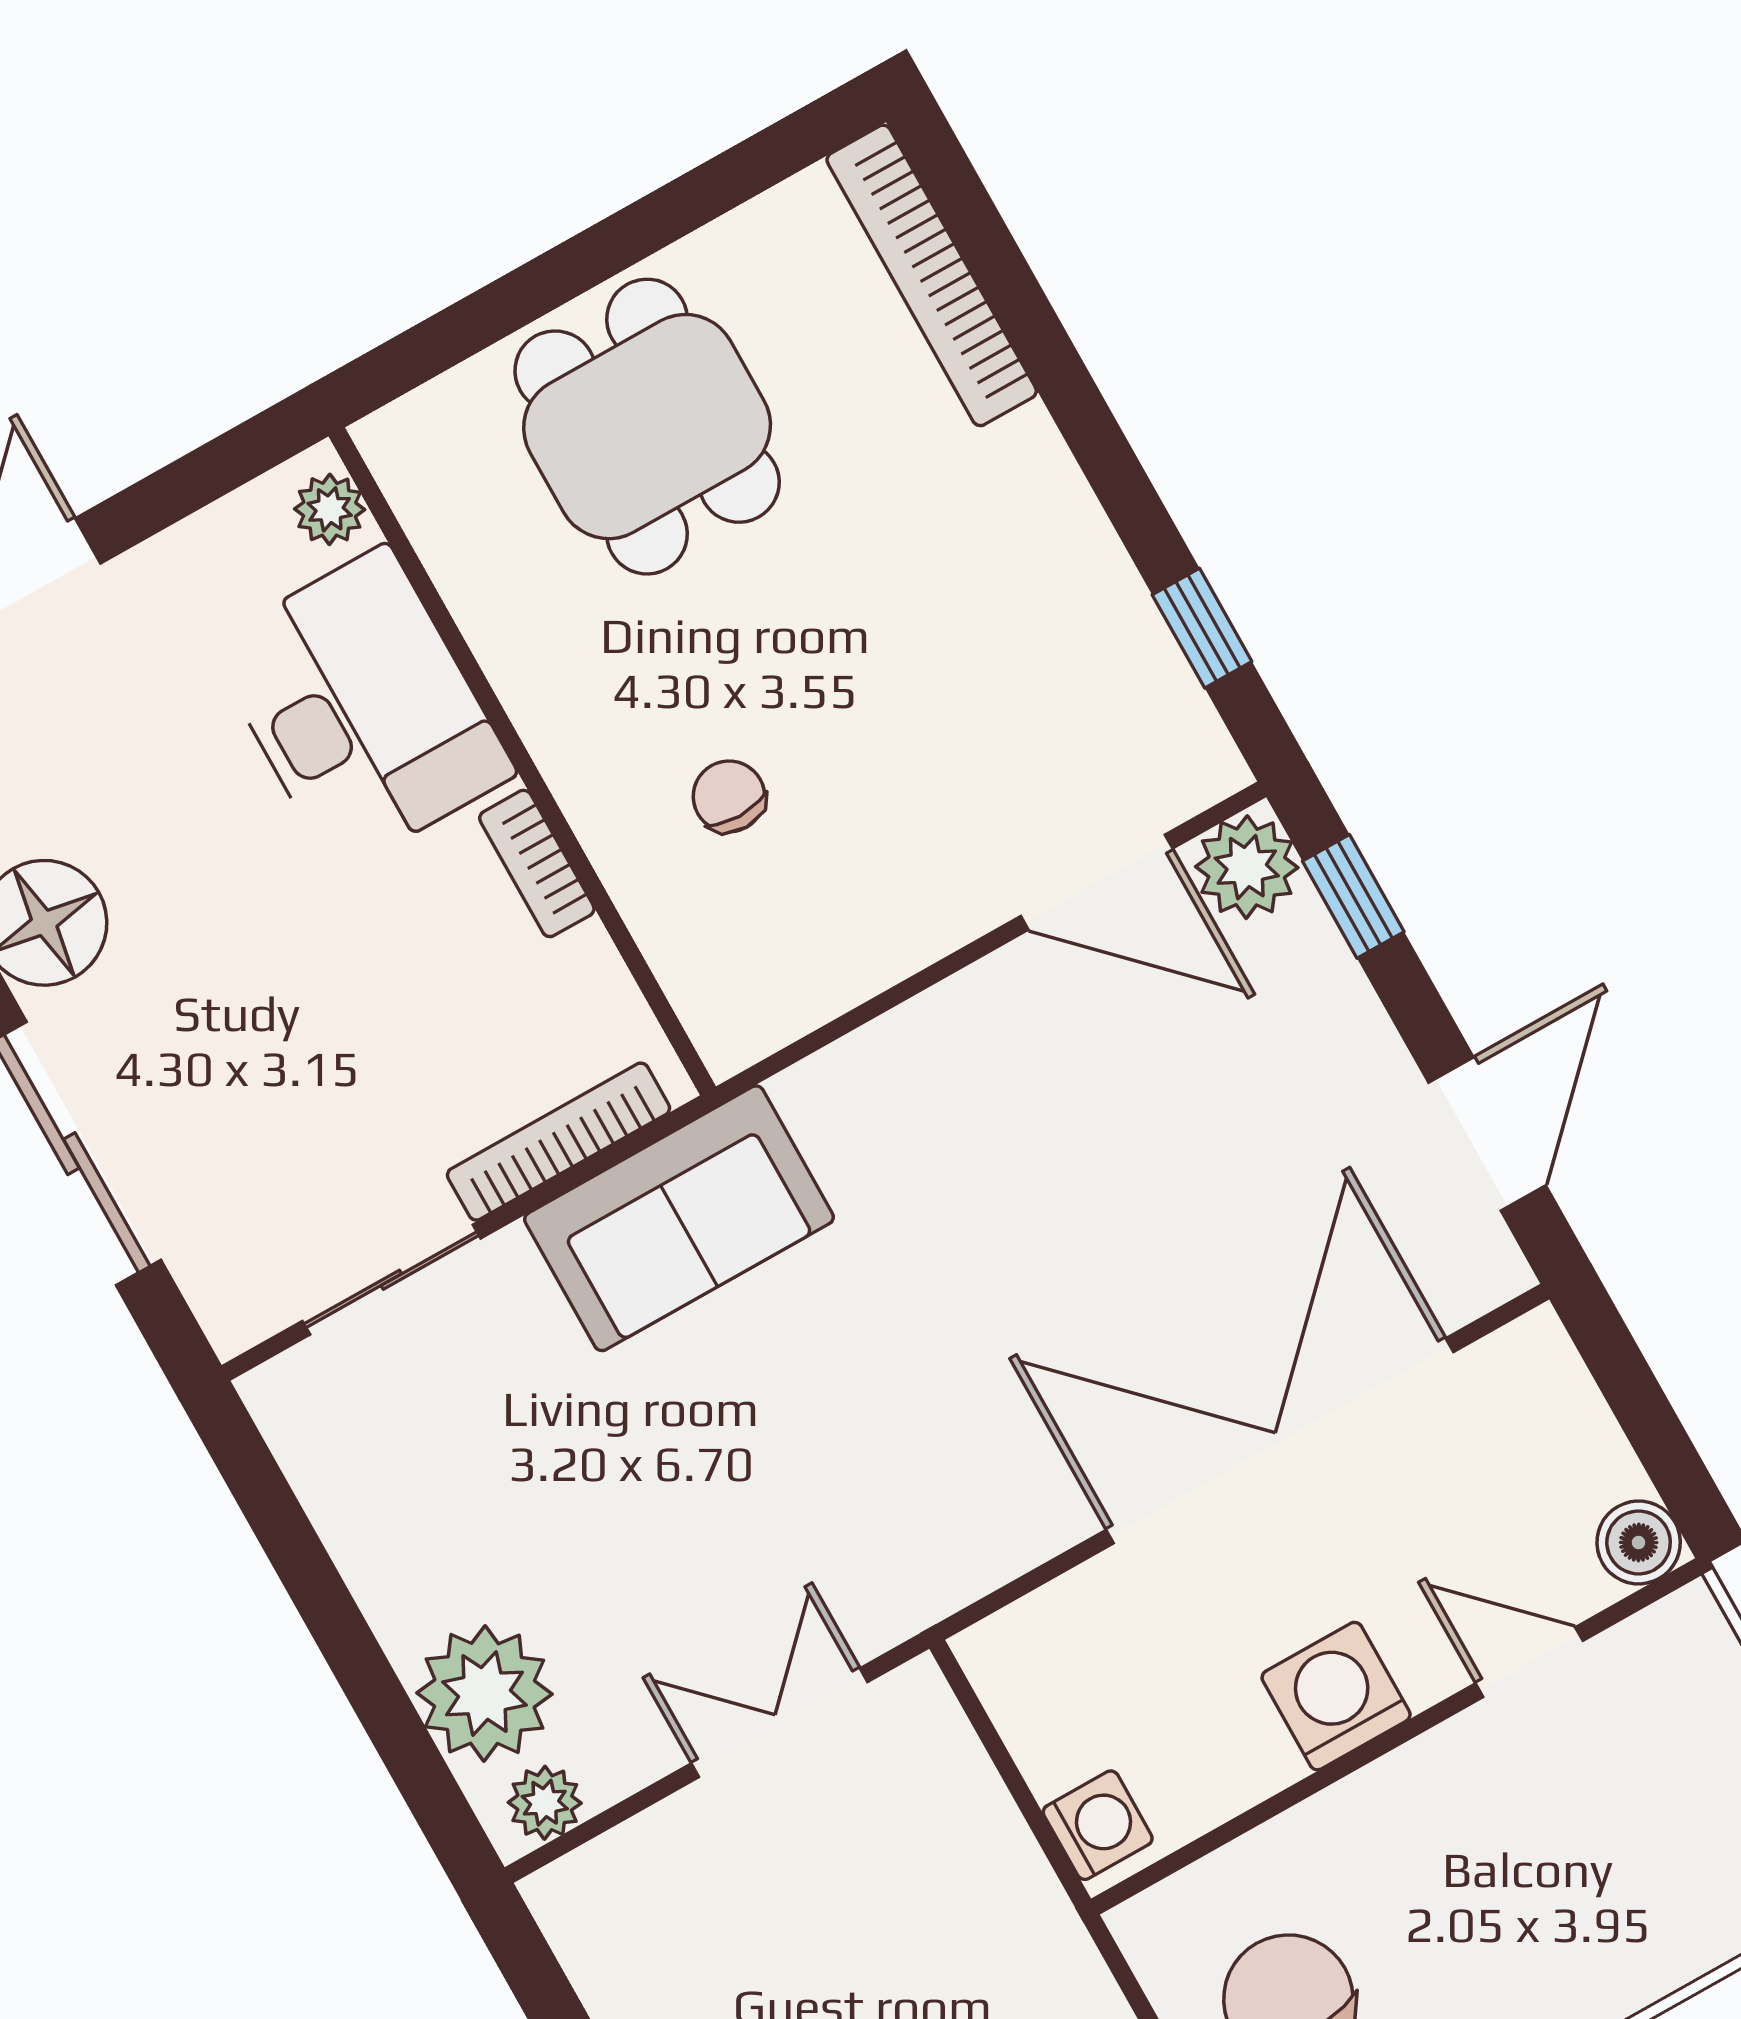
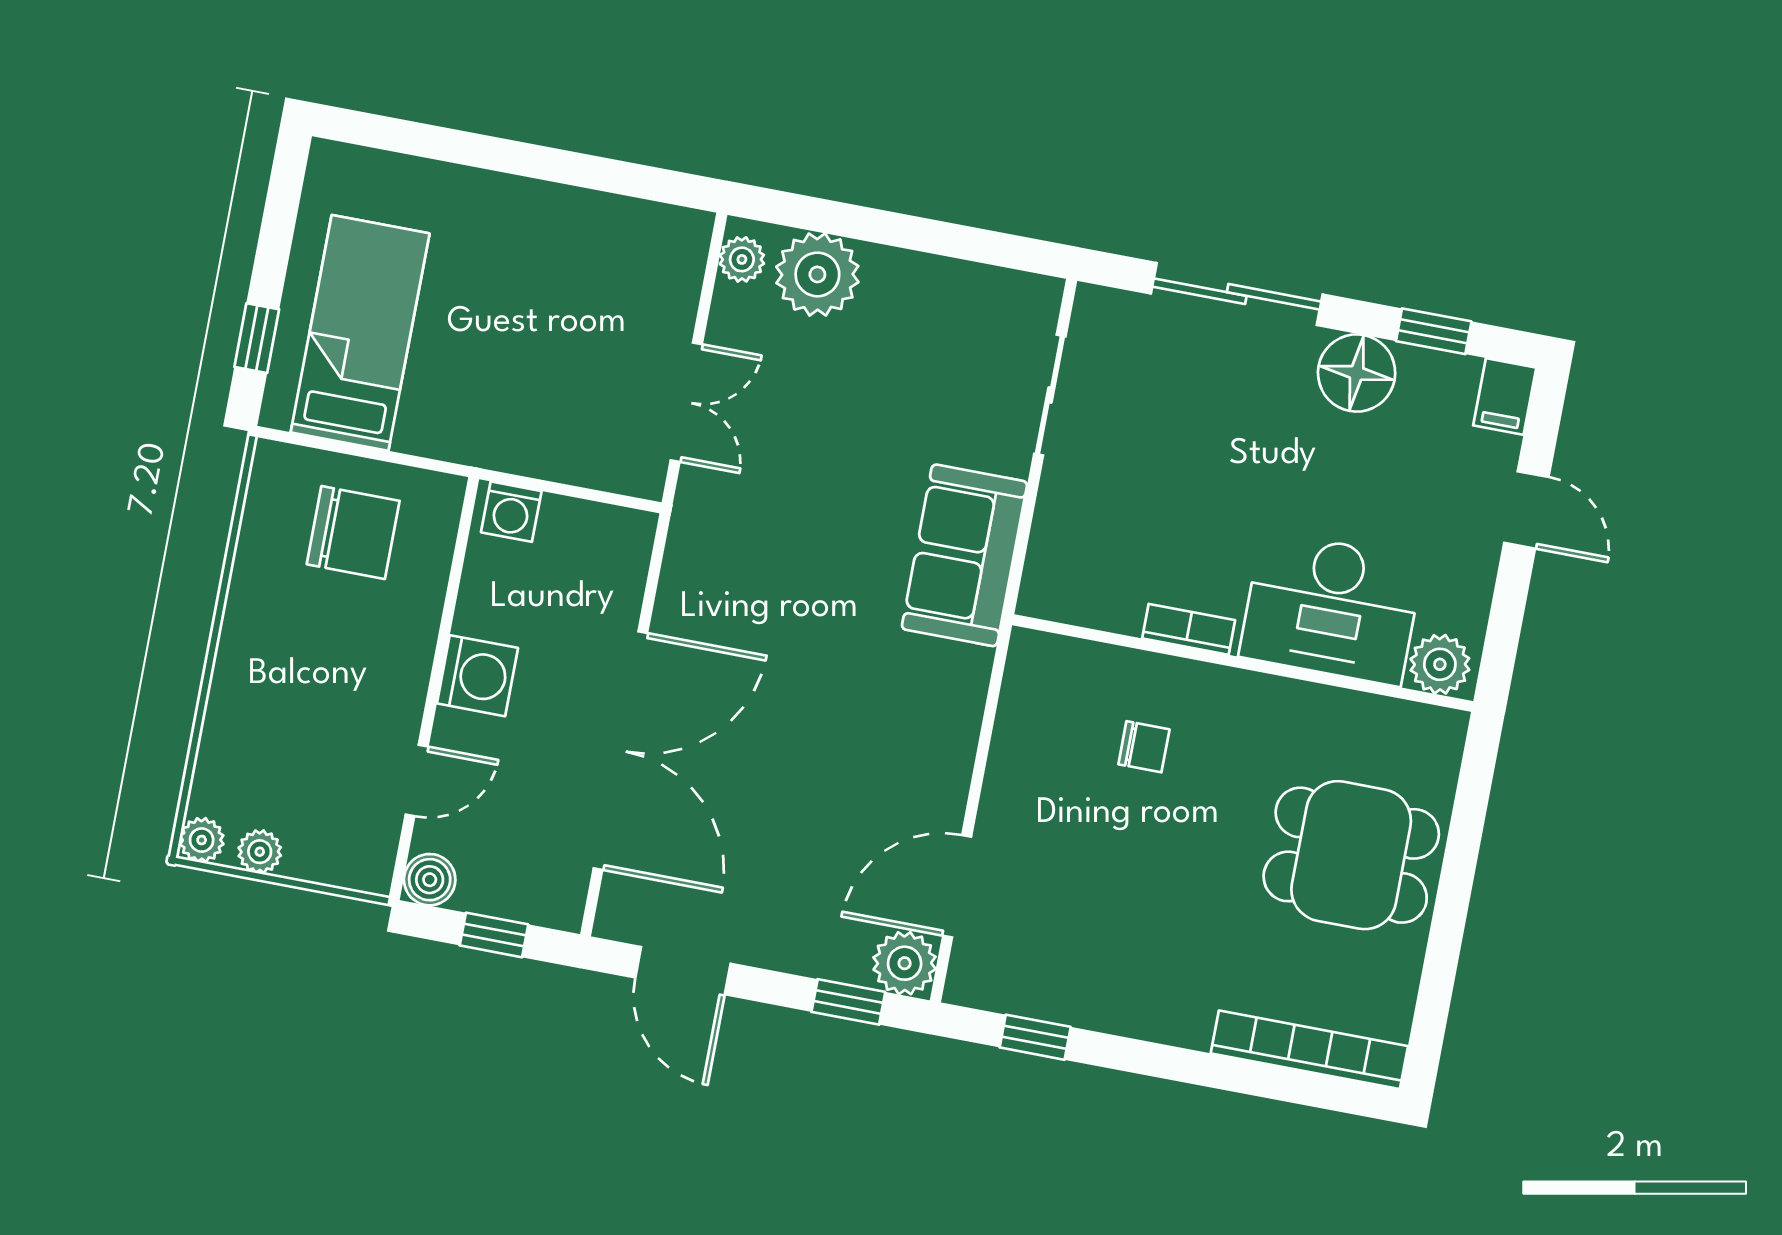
plant: (330, 509) -> (1440, 664), width x1.38, depth x1.38
bookcase: (559, 1142) -> (1049, 529), removed
window: (1640, 1405) -> (494, 935), added

